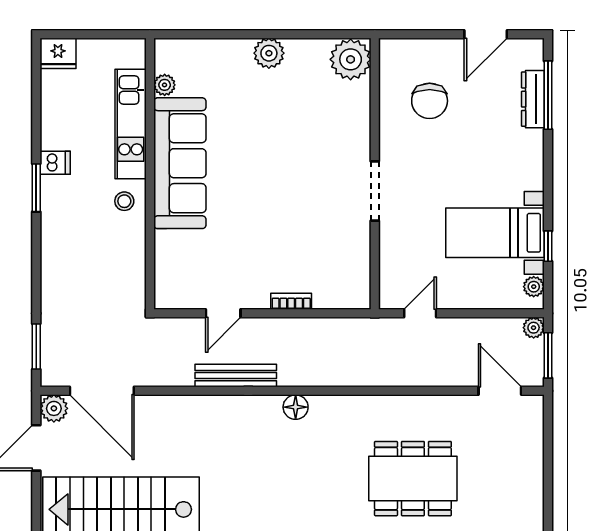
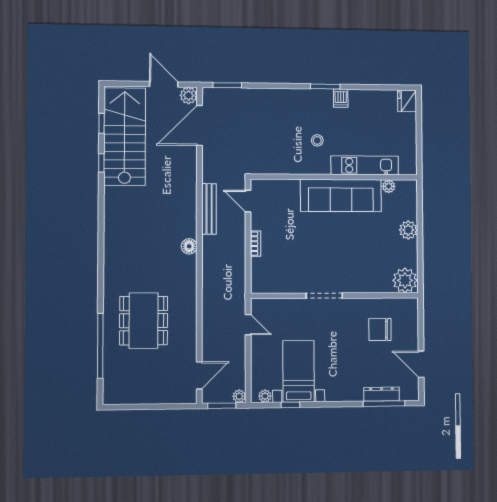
plant: (165, 85) -> (389, 186), moved
kitchen unit: (131, 124) -> (365, 165), moved
sofa: (180, 163) -> (341, 196), moved
wall: (150, 174) -> (334, 177), moved

